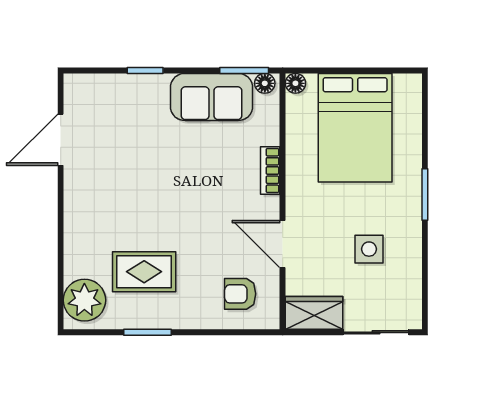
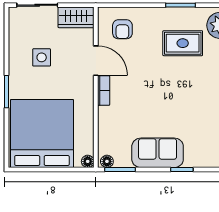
sofa: (212, 97) -> (158, 153), moved
bed: (355, 128) -> (42, 134), width x1.36
bookcase: (270, 171) -> (104, 90), moved
armchair: (240, 294) -> (122, 29), turned 90

